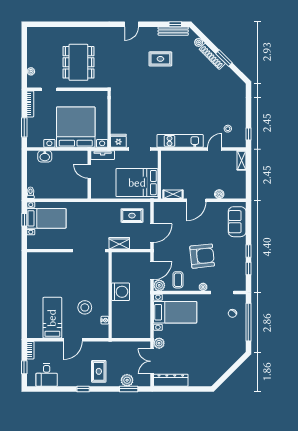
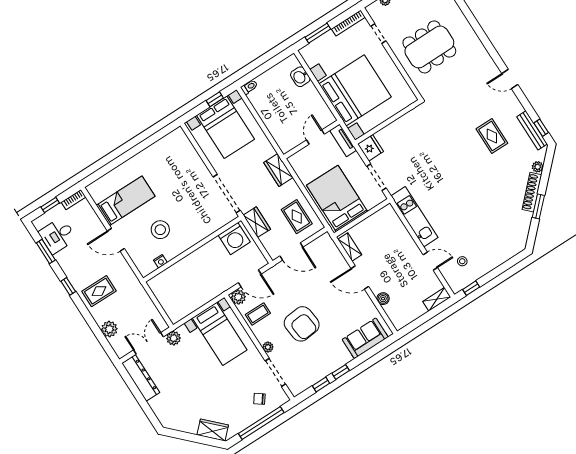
wardrobe: (95, 208) -> (278, 170), added
bed with nightstands: (46, 218) -> (225, 127), width x1.36
washing machine: (121, 292) -> (234, 239), moved
wardrobe: (233, 356) -> (213, 430), added
window: (129, 389) -> (46, 252), moved

